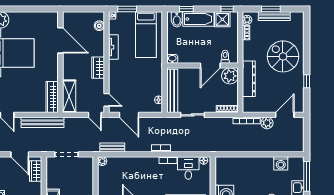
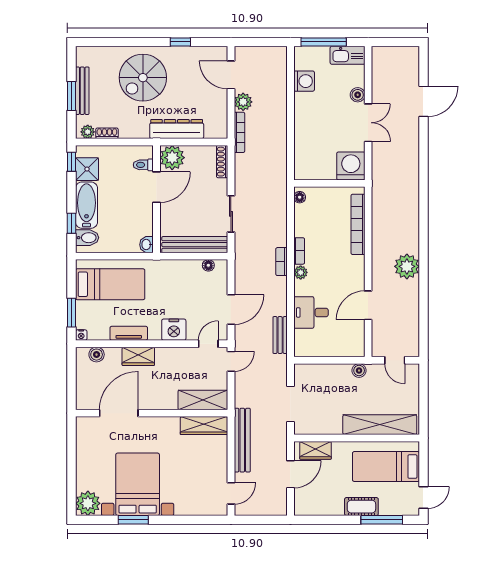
door: (210, 65) -> (157, 187), hinge flipped
wardrobe: (98, 68) -> (138, 356), moved
nightstand: (116, 77) -> (174, 330), added
plant: (102, 161) -> (301, 272), moved
desk: (188, 168) -> (311, 312), moved

